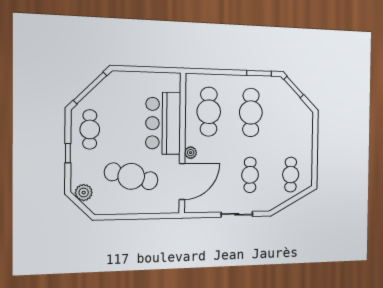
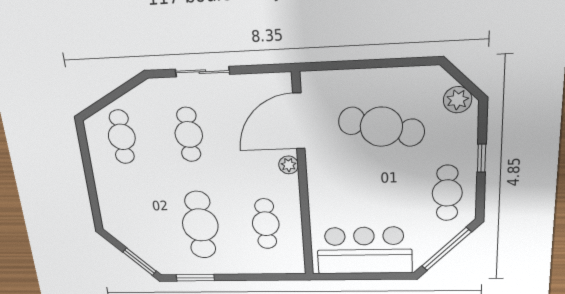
cafe table: (209, 112) -> (266, 224), width x0.73, depth x0.74
bar counter: (163, 123) -> (364, 251), moved, turned -90

